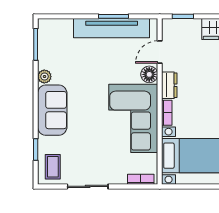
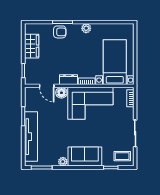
tv unit: (112, 28) -> (31, 137), moved

